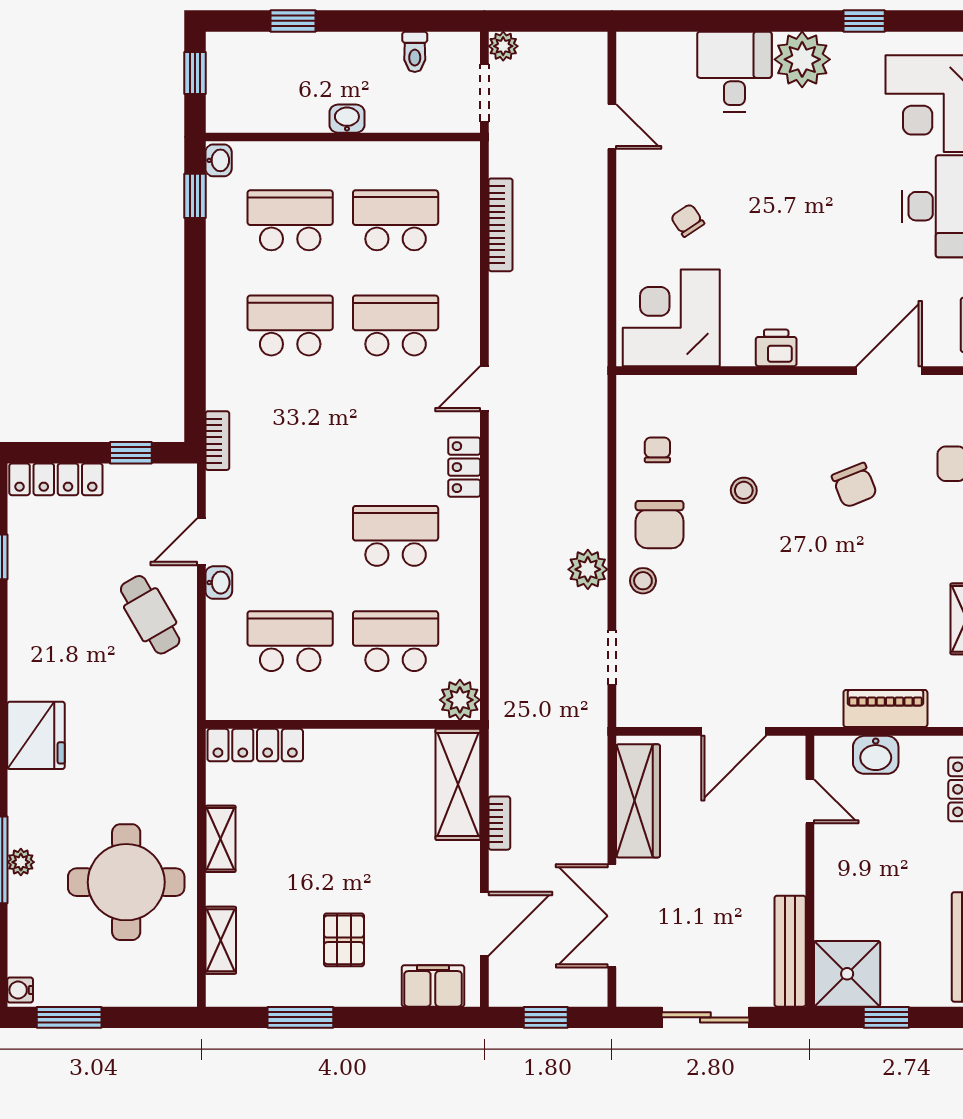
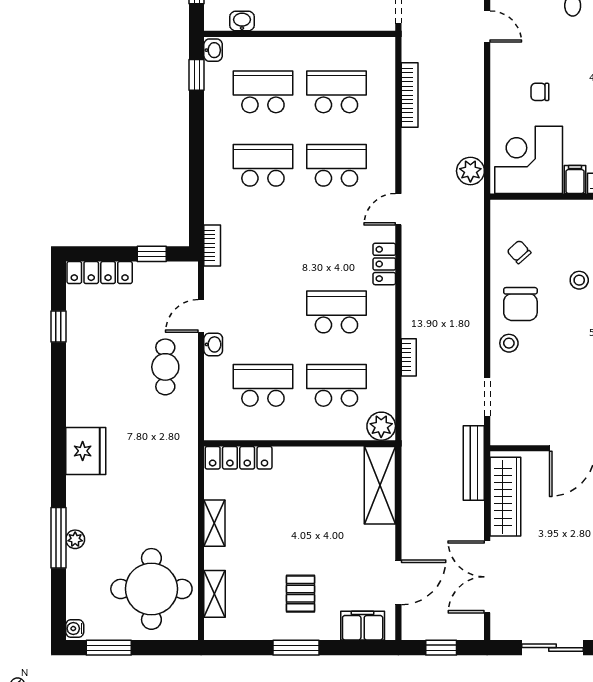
washbasin: (347, 119) -> (242, 21), moved
chair: (687, 220) -> (540, 92), turned -56
filing cabinet: (738, 346) -> (575, 179), added
chair: (657, 450) -> (519, 252), turned -42
plant: (588, 569) -> (470, 171), moved
cafe table: (150, 615) -> (165, 367), turned 30
bench: (593, 753) -> (474, 463), added
bookcase: (499, 823) -> (409, 357), moved
round table: (126, 882) -> (151, 589), moved
window: (300, 1017) -> (296, 648), moved

